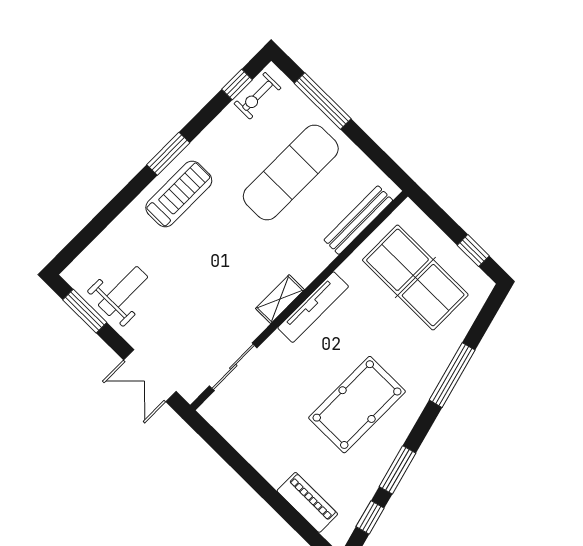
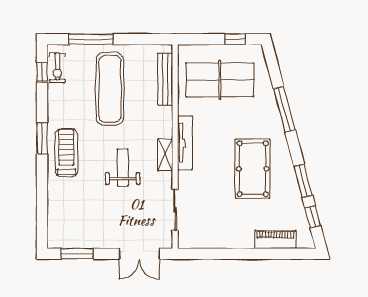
weight bench: (123, 291) -> (123, 167), moved

